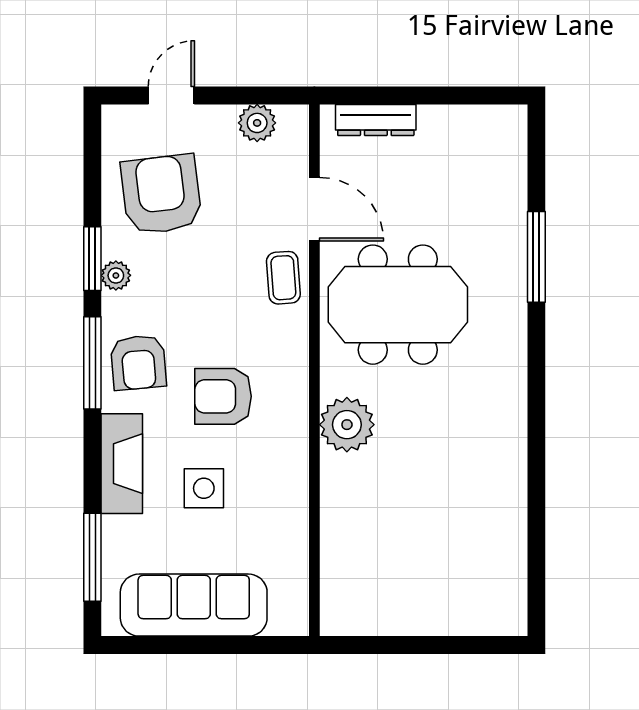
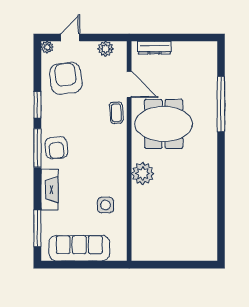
window: (536, 257) -> (221, 104), width x1.46
plant: (116, 275) -> (47, 47), moved
armchair: (223, 396) -> (91, 162), removed
side table: (204, 488) -> (105, 205), moved

